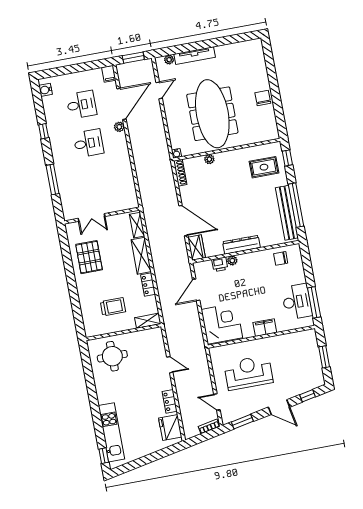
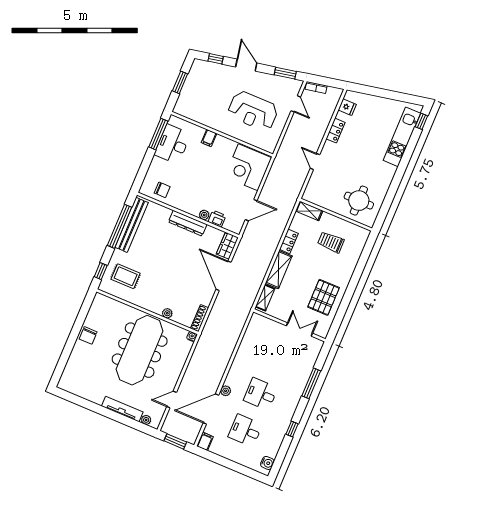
filing cabinet: (265, 328) -> (209, 138), width x0.50
fridge: (170, 428) -> (347, 107), width x0.53, depth x0.75

